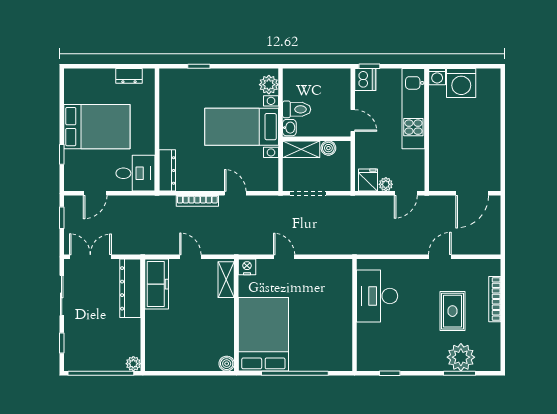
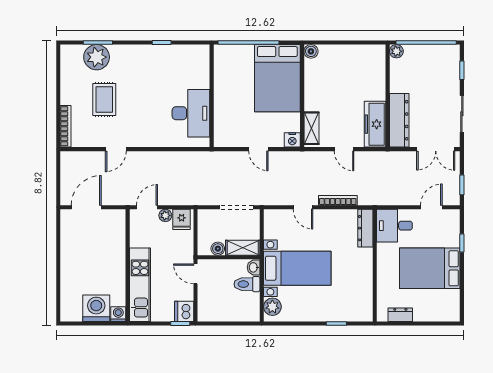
desk: (377, 296) -> (191, 113), moved
bookcase: (495, 299) -> (66, 126), moved
wall: (355, 315) -> (212, 96), moved

